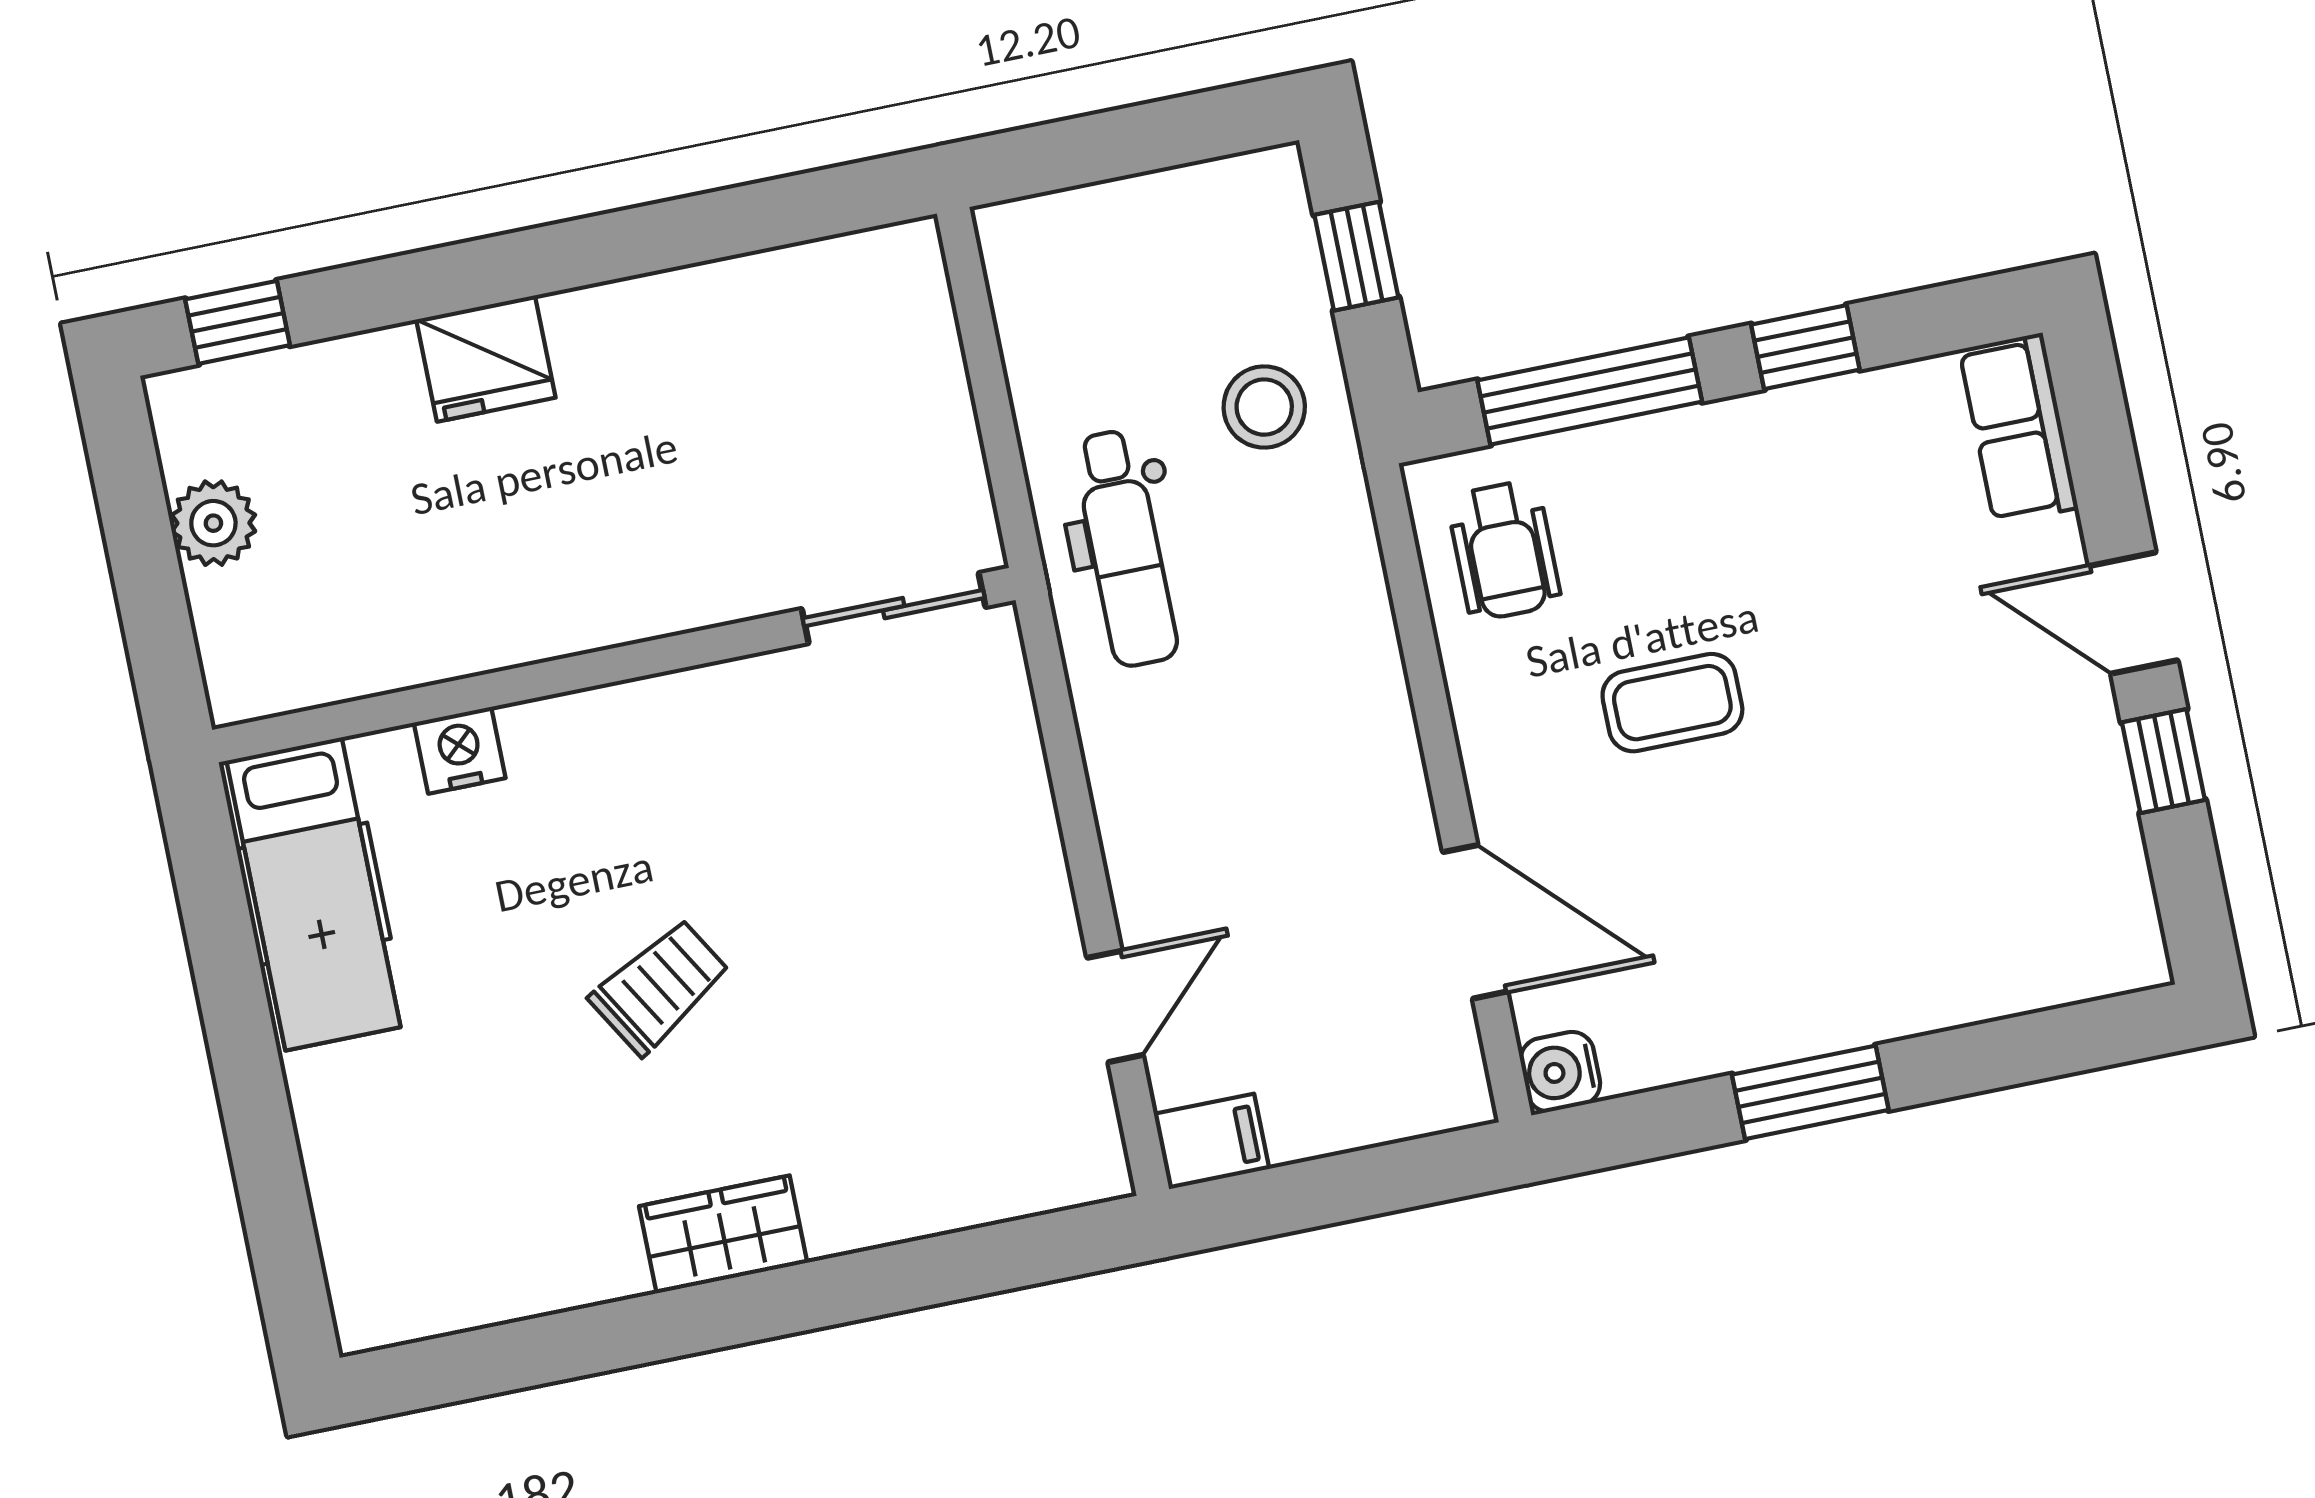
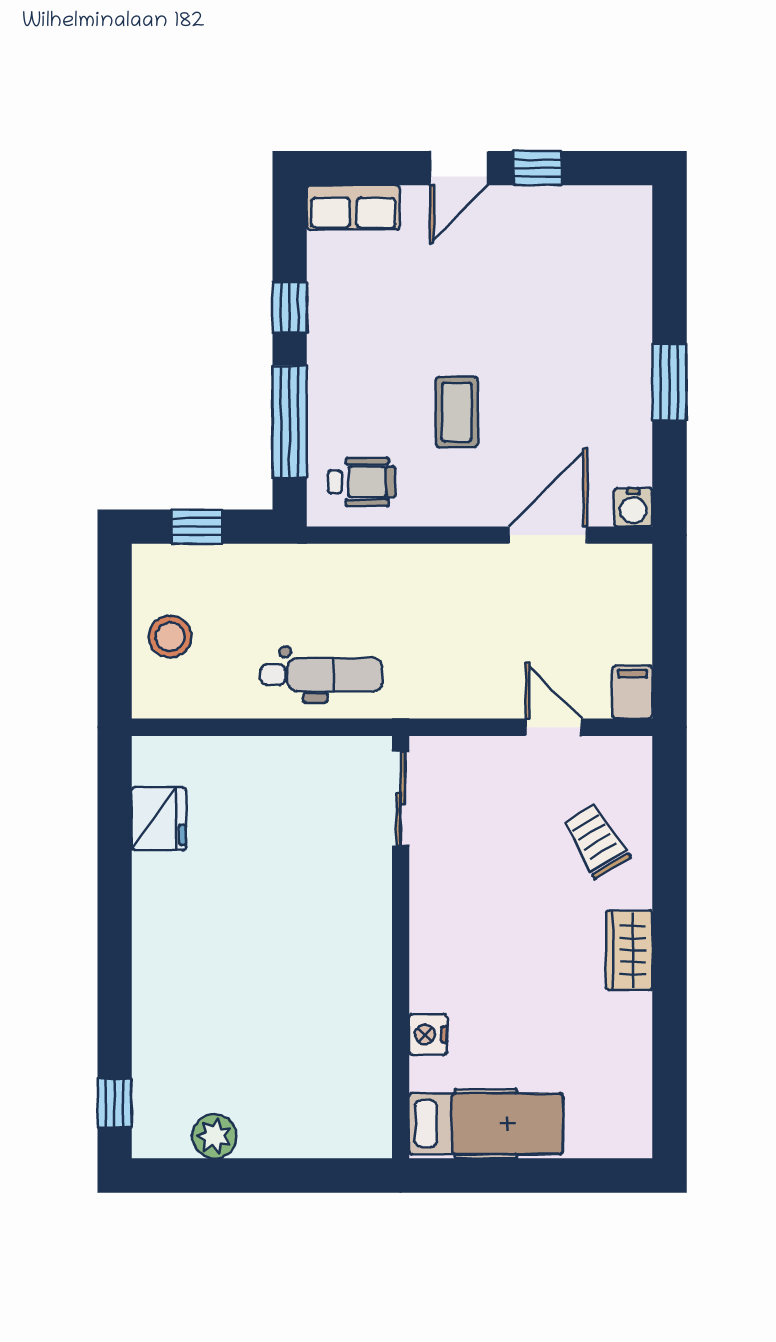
fridge: (486, 359) -> (159, 819), moved
stool: (1264, 407) -> (170, 637), moved
sliding door: (894, 608) -> (401, 799), moved
wall: (614, 665) -> (401, 947), moved
nightstand: (460, 750) -> (428, 1034), moved
hospital bed: (313, 894) -> (486, 1124), moved
trolley: (660, 987) -> (596, 841), moved

